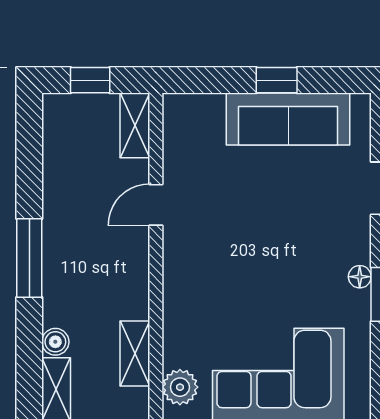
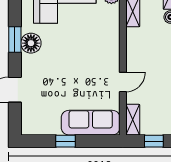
sofa: (288, 119) -> (91, 123), moved
floor lamp: (360, 277) -> (31, 43), width x1.89, depth x1.89

